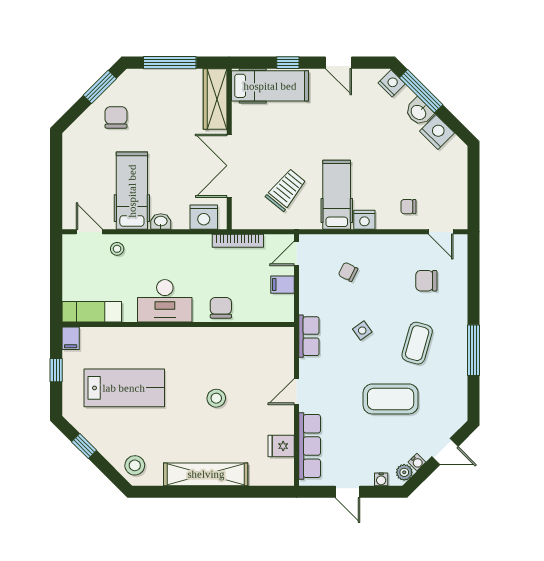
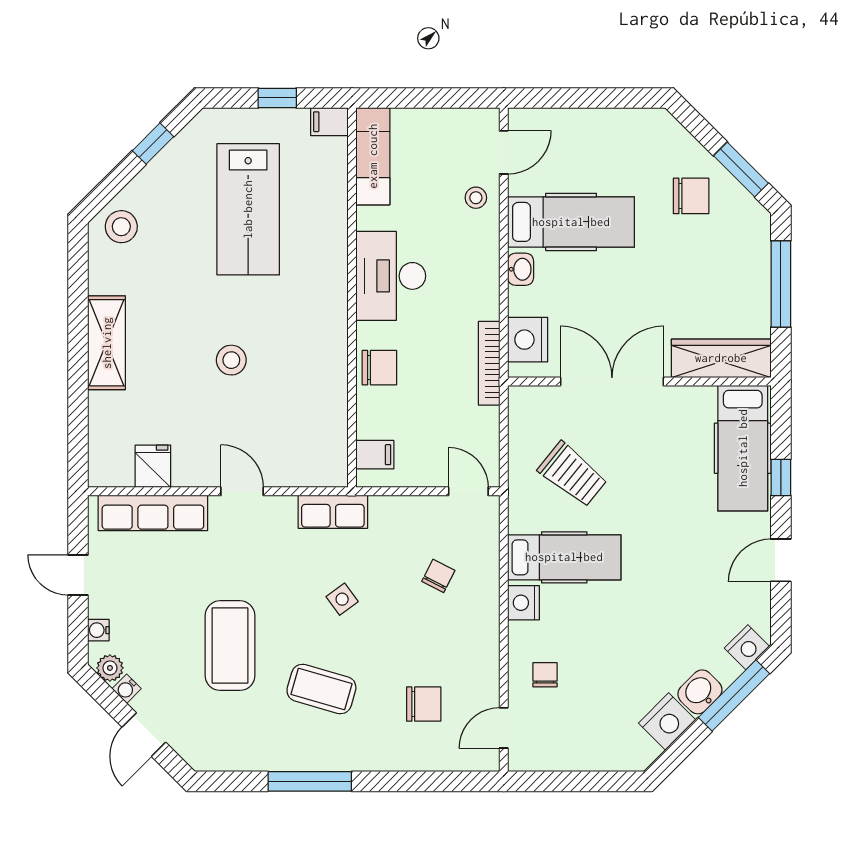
bookcase: (238, 241) -> (489, 363), moved
chair: (426, 281) -> (424, 704), turned 90
filing cabinet: (282, 285) -> (375, 455), moved, turned 90
shelving: (206, 474) -> (107, 343), width x0.68
door: (347, 492) -> (78, 575), hinge flipped

